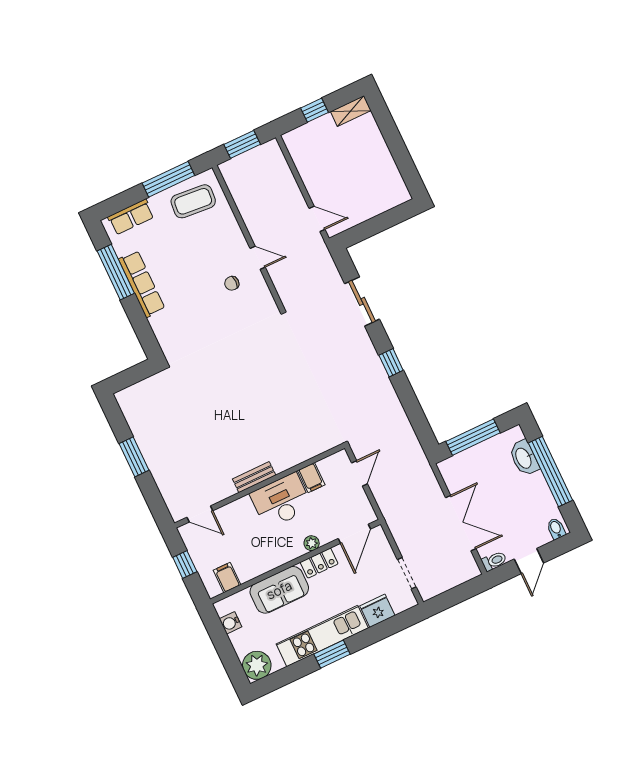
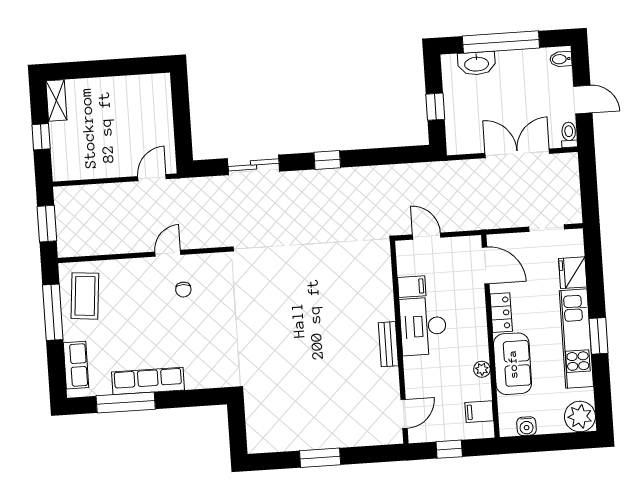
window: (473, 437) -> (435, 107), width x0.46
plant: (312, 543) -> (482, 369), moved

